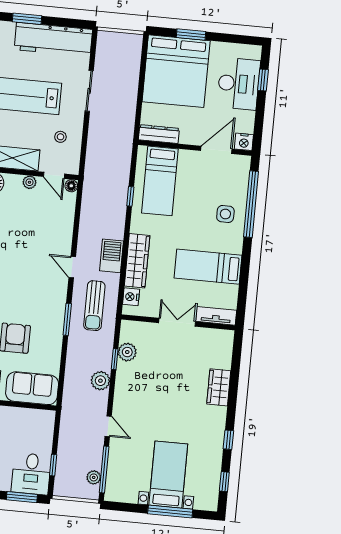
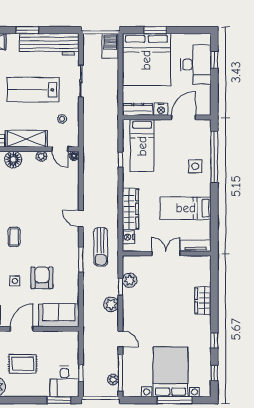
nightstand: (244, 142) -> (161, 109), moved
barbecue: (112, 256) -> (110, 46), moved
bed with nightstands: (168, 475) -> (170, 372), width x1.36

